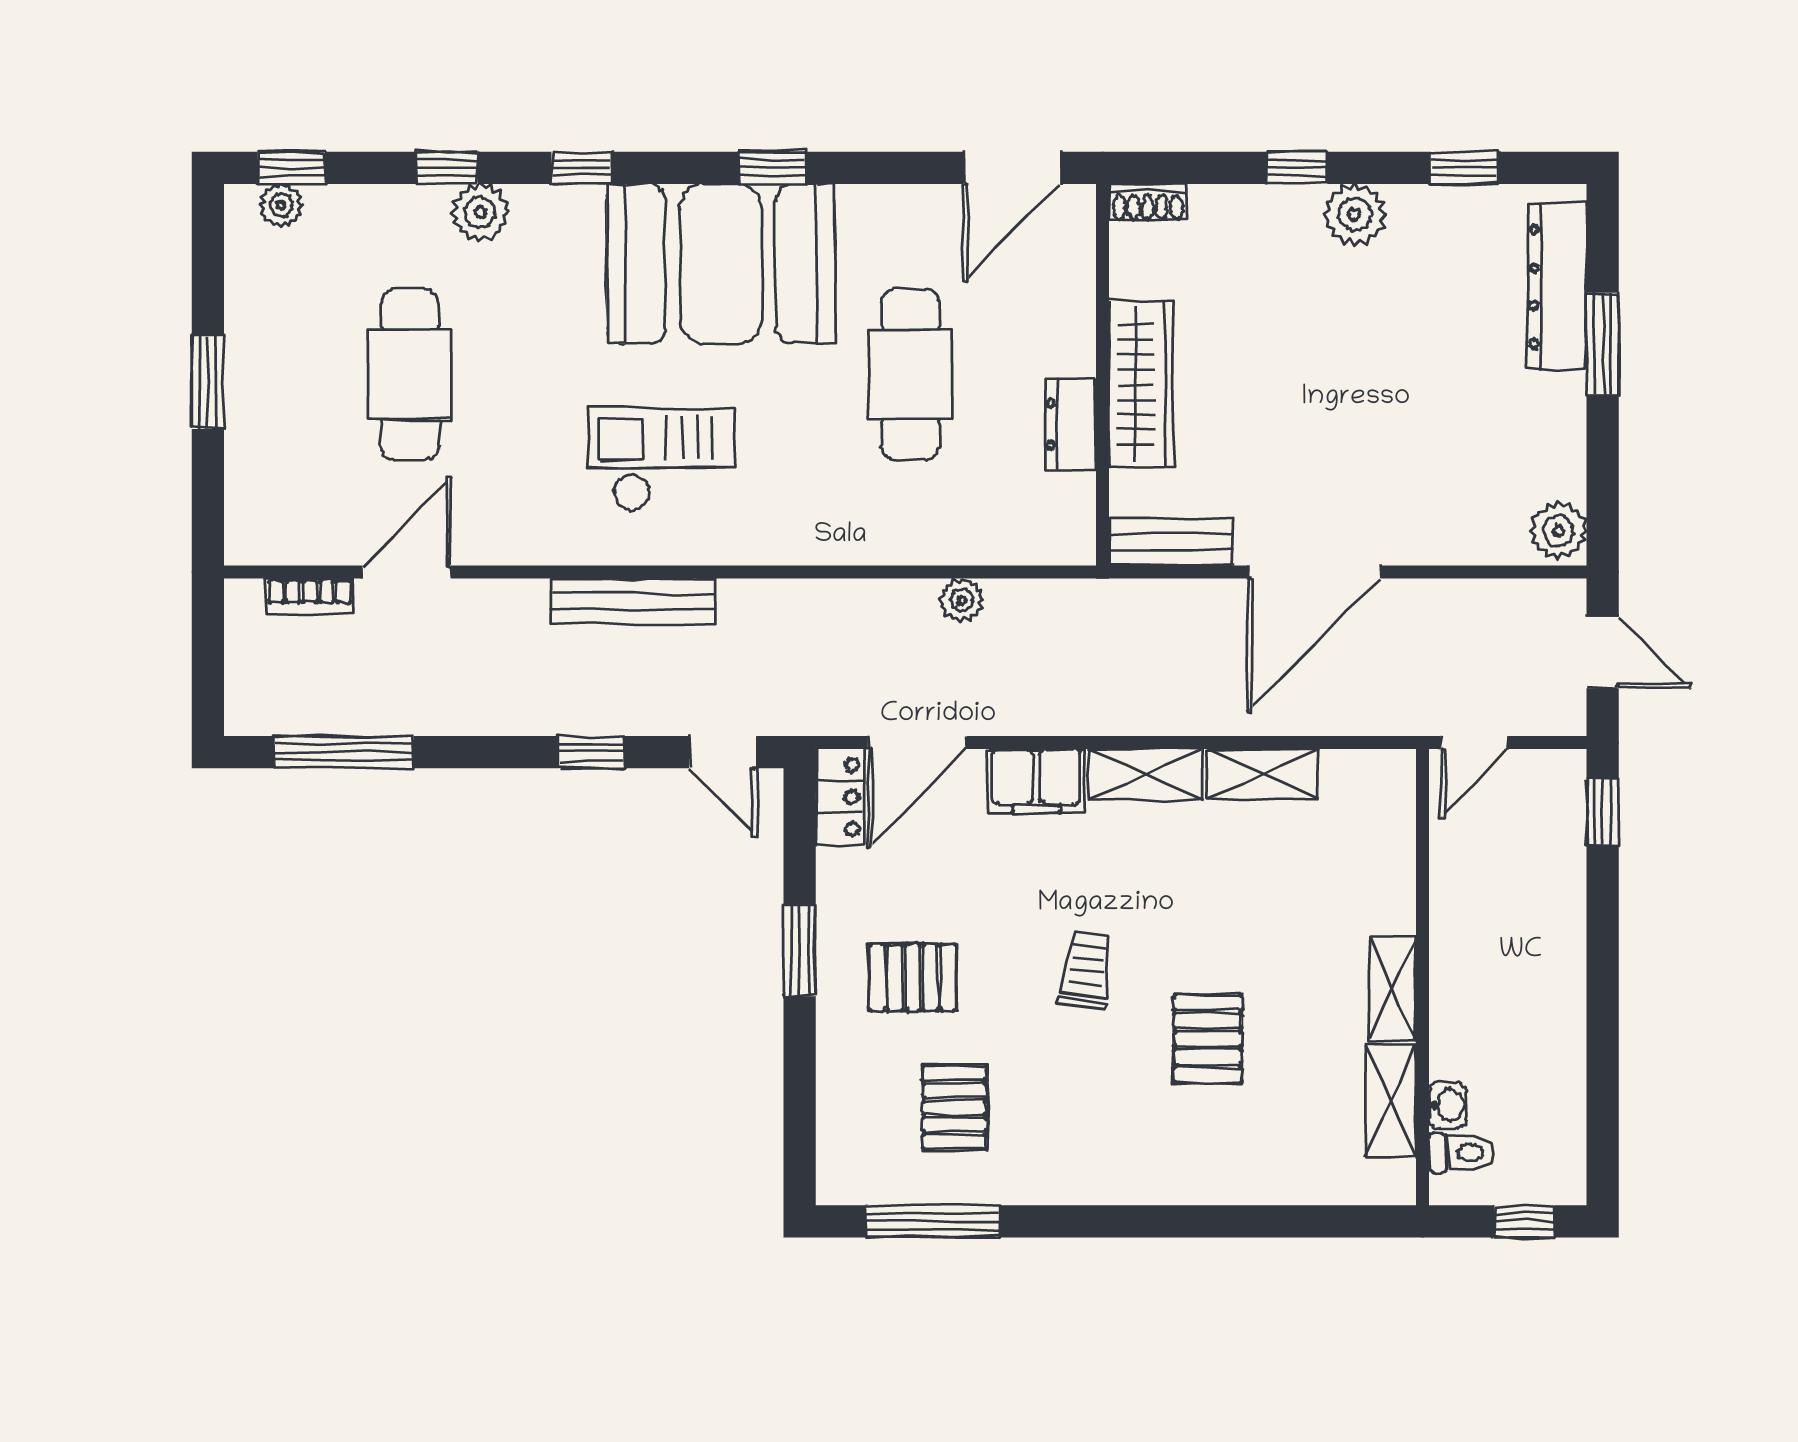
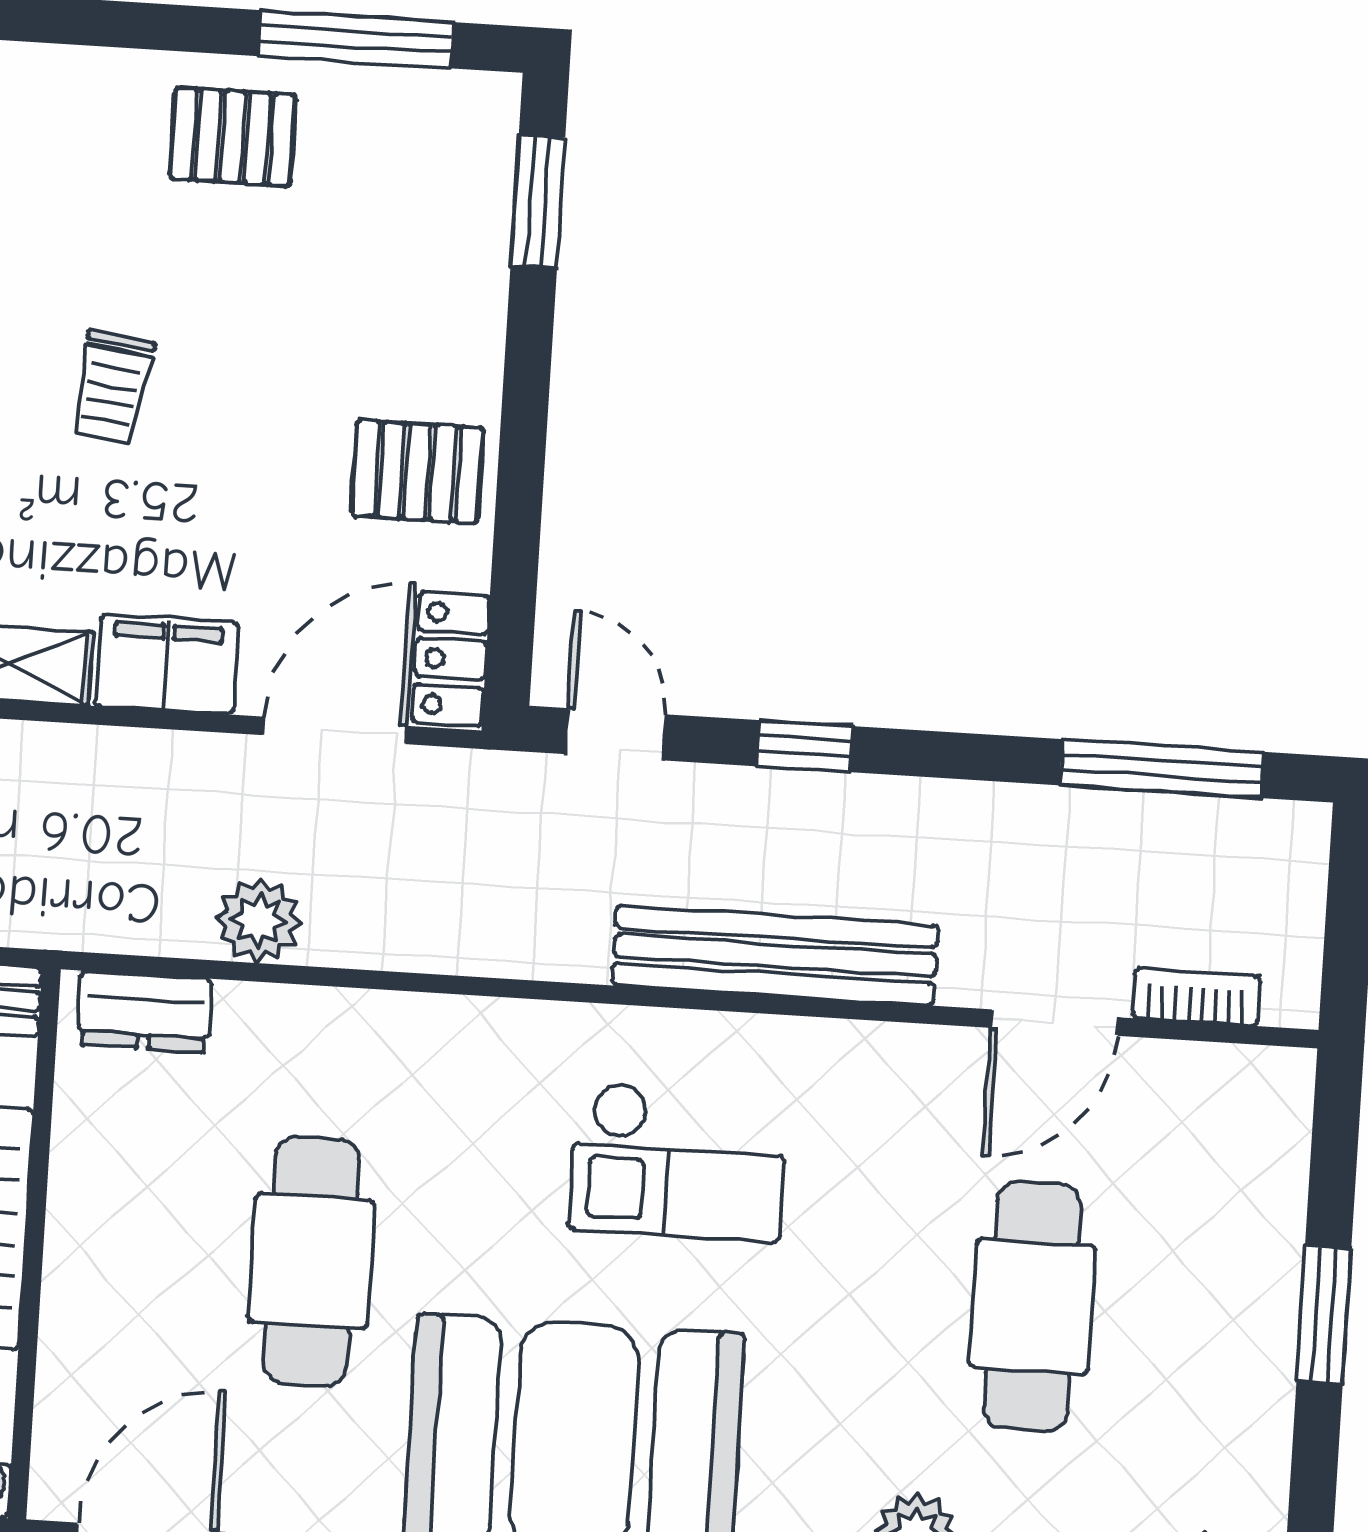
dresser: (1071, 424) -> (145, 1012), moved, turned 90
plant: (962, 600) -> (258, 920), width x1.38, depth x1.38
bench: (633, 601) -> (775, 955), width x1.37, depth x1.21
window: (800, 951) -> (538, 202), moved
pallet: (913, 977) -> (417, 472), moved
pallet: (954, 1108) -> (233, 137), moved, turned 90

